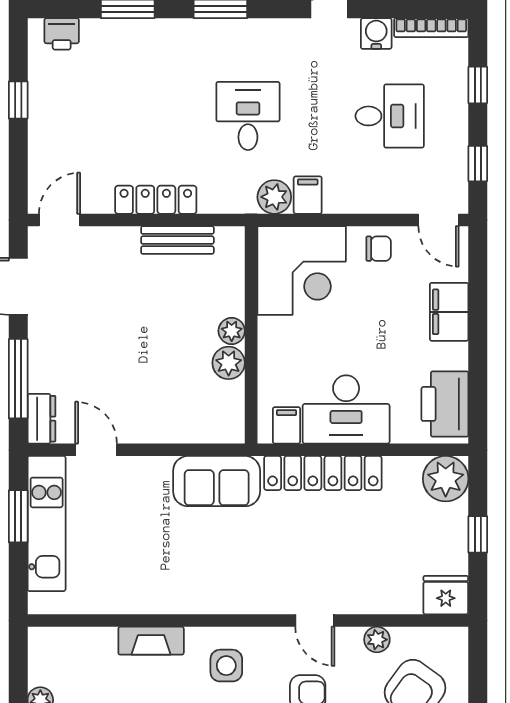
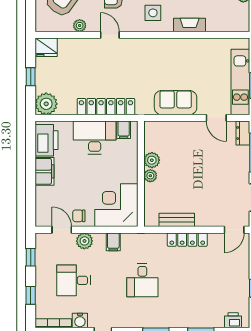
plant: (274, 197) -> (84, 241), moved
door: (438, 220) -> (62, 230), moved
filing cabinet: (449, 312) -> (45, 171), moved
sofa: (217, 481) -> (176, 103), moved

